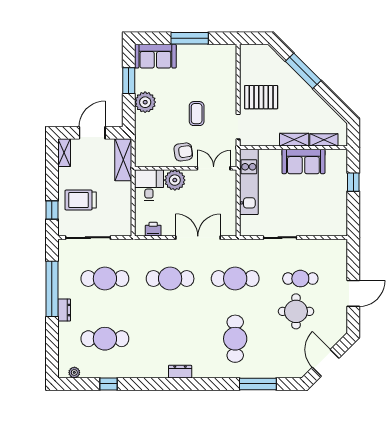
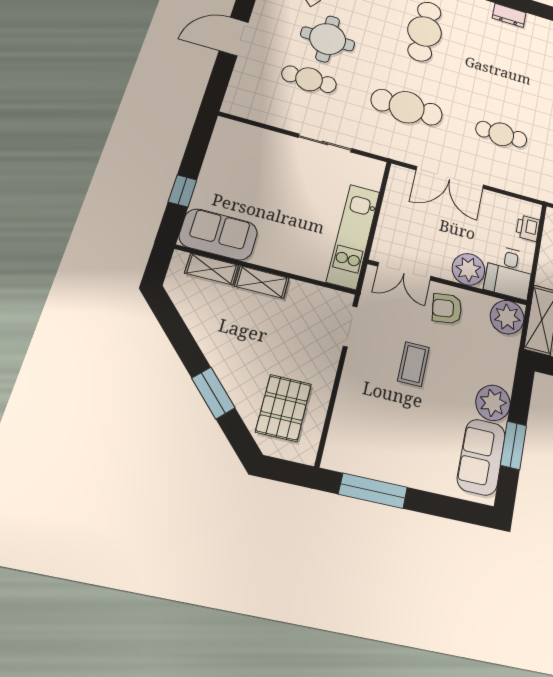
window: (190, 38) -> (373, 491), moved
sofa: (155, 56) -> (481, 457), moved, turned -90
window: (303, 71) -> (213, 393), width x0.69
pallet: (261, 97) -> (284, 408), moved, turned 90
plant: (145, 156) -> (507, 317), added
sofa: (303, 161) -> (218, 234), moved
printer: (153, 229) -> (528, 228), moved, turned 90
cafe table: (170, 279) -> (501, 134), width x0.73, depth x0.74

